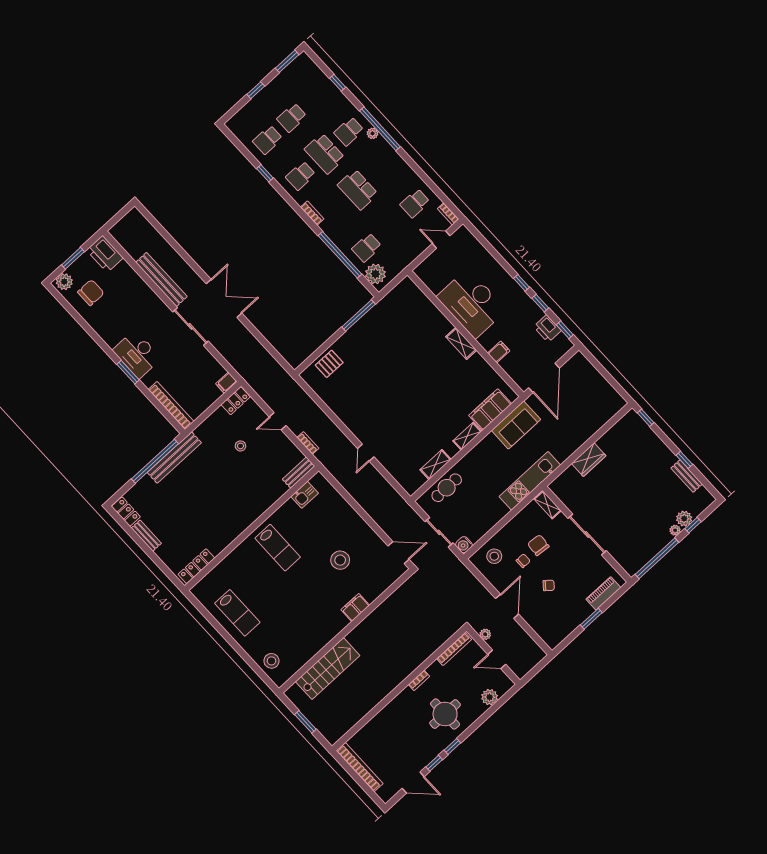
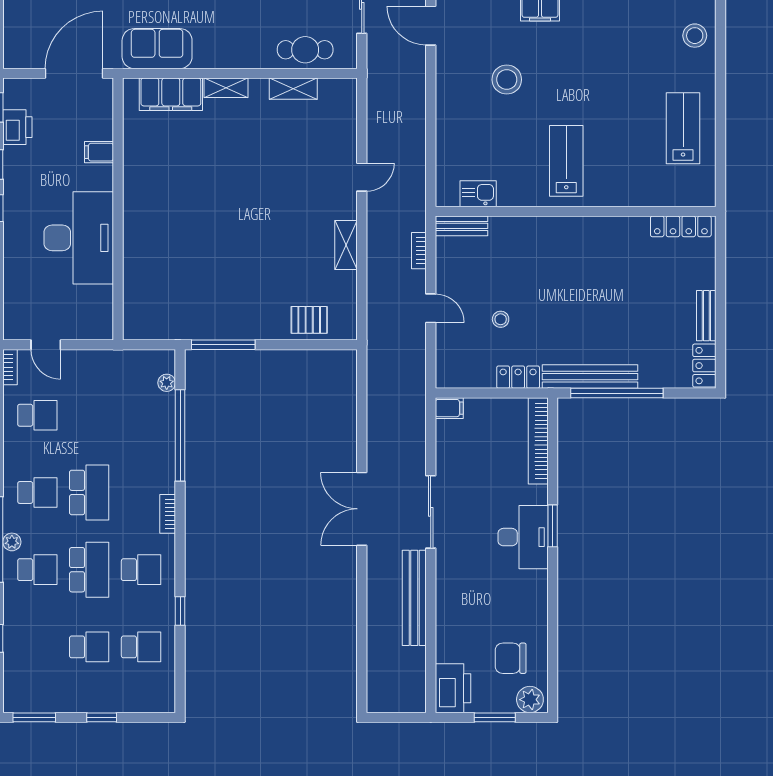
school desk: (367, 248) -> (37, 492), moved
plant: (375, 274) -> (167, 383), width x0.53, depth x0.53
shelving: (461, 343) -> (346, 245), moved
locker: (236, 401) -> (518, 377), moved

